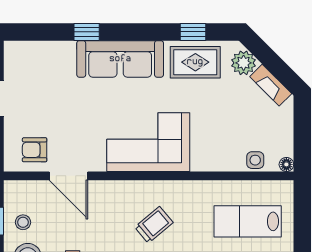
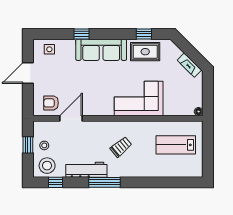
plant: (244, 63) -> (173, 52), removed
corner sofa: (148, 142) -> (139, 98), moved
side table: (255, 160) -> (49, 49), moved
door: (69, 176) -> (71, 118), swing flipped

